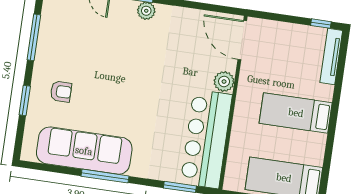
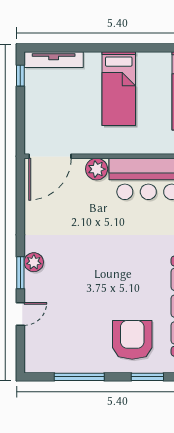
armchair: (61, 91) -> (132, 340), width x1.88, depth x1.88

